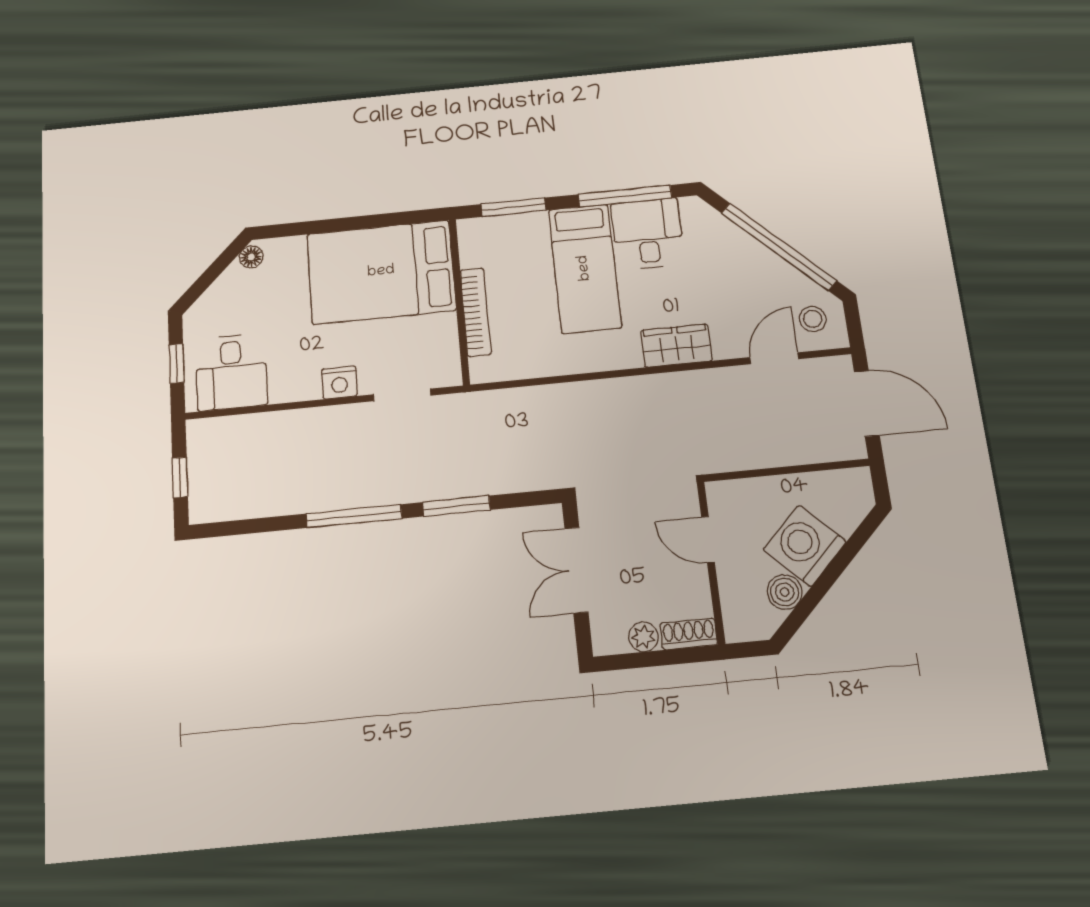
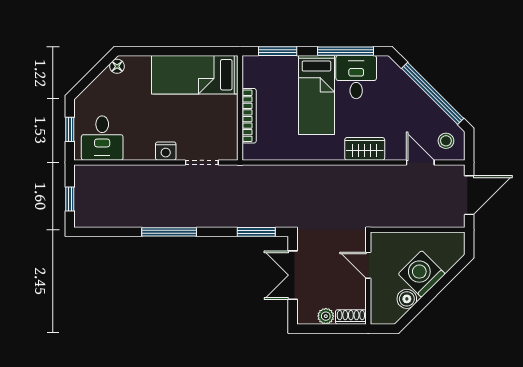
bed: (381, 272) -> (195, 75), width x0.67
door: (774, 358) -> (420, 162), hinge flipped
door: (867, 404) -> (469, 195), hinge flipped
window: (456, 506) -> (256, 232), moved

